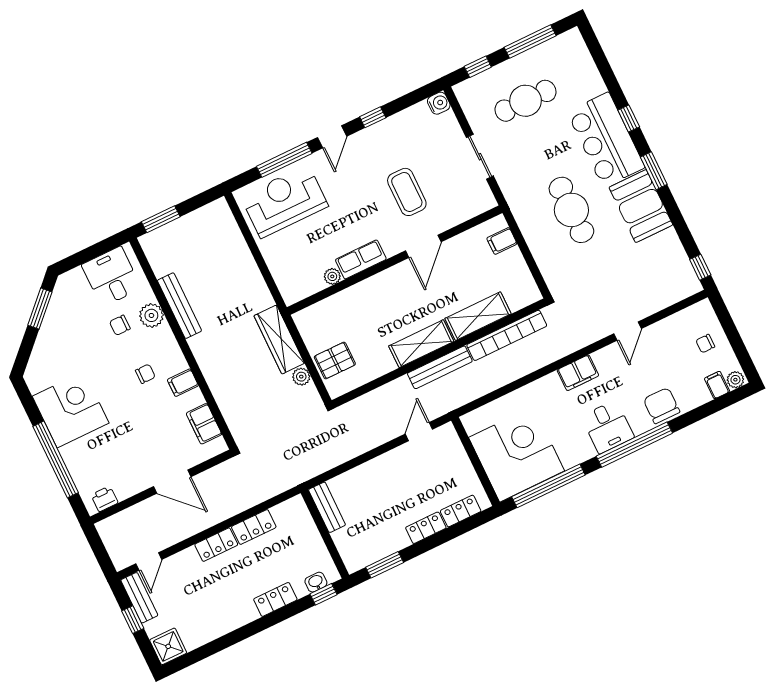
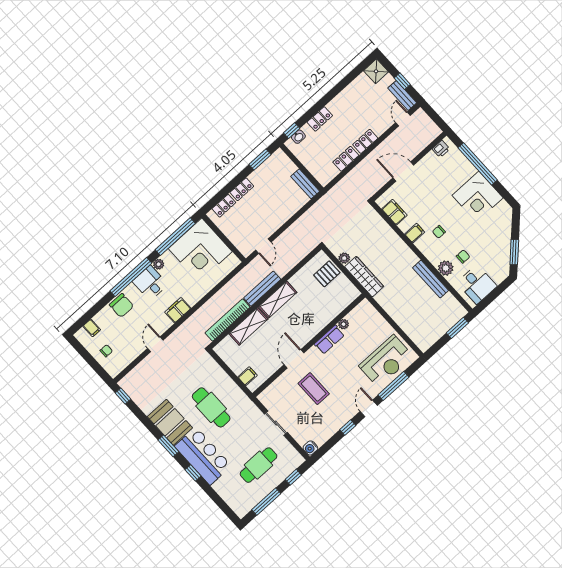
plant: (735, 380) -> (159, 264), moved

